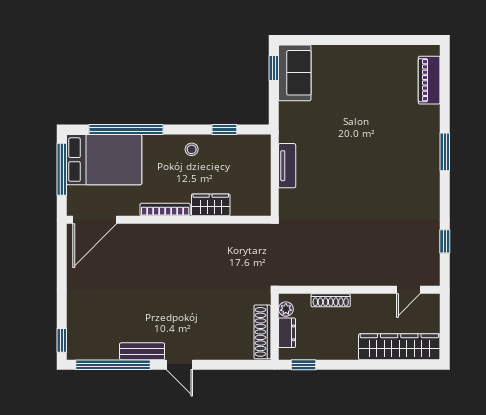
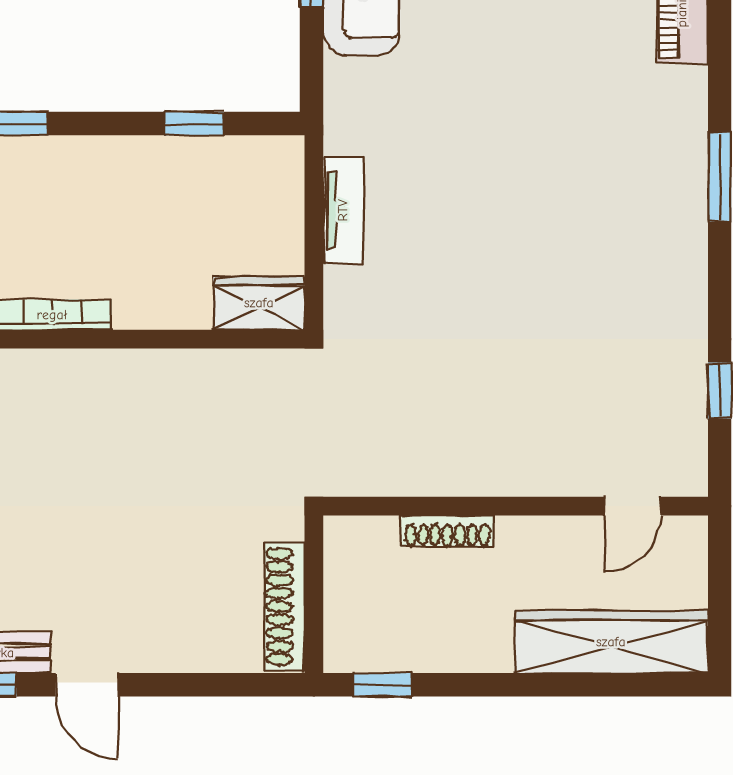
stool: (192, 149) -> (116, 171), removed
wardrobe: (211, 205) -> (259, 303), moved
plant: (286, 309) -> (341, 552), removed
dresser: (287, 333) -> (343, 609), removed

